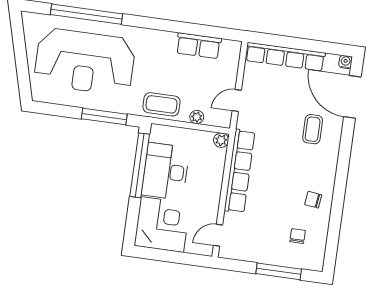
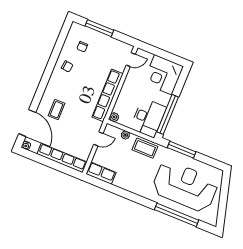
row of seats: (199, 46) -> (101, 173), moved
desk: (166, 171) -> (148, 118), moved

